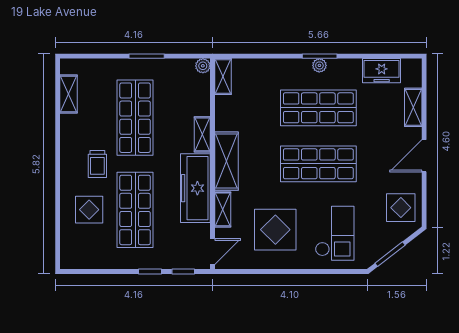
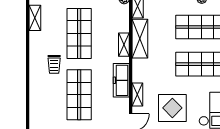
shelving: (226, 161) -> (140, 39), moved
freezer: (195, 188) -> (121, 80), width x0.73, depth x0.79
display table: (89, 210) -> (49, 95), removed

